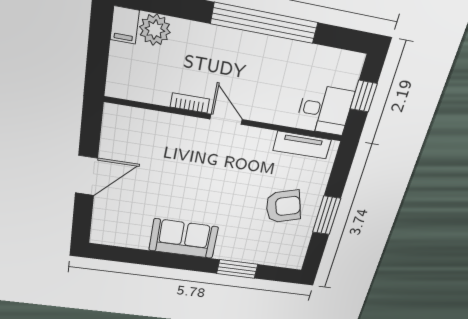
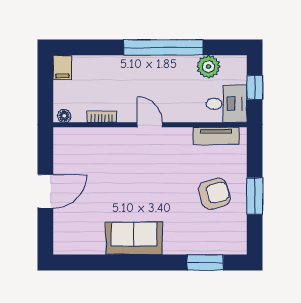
plant: (155, 30) -> (208, 67), moved
floor lamp: (120, 90) -> (64, 116), added
bookcase: (190, 103) -> (102, 117), moved
window: (237, 269) -> (205, 263), moved

